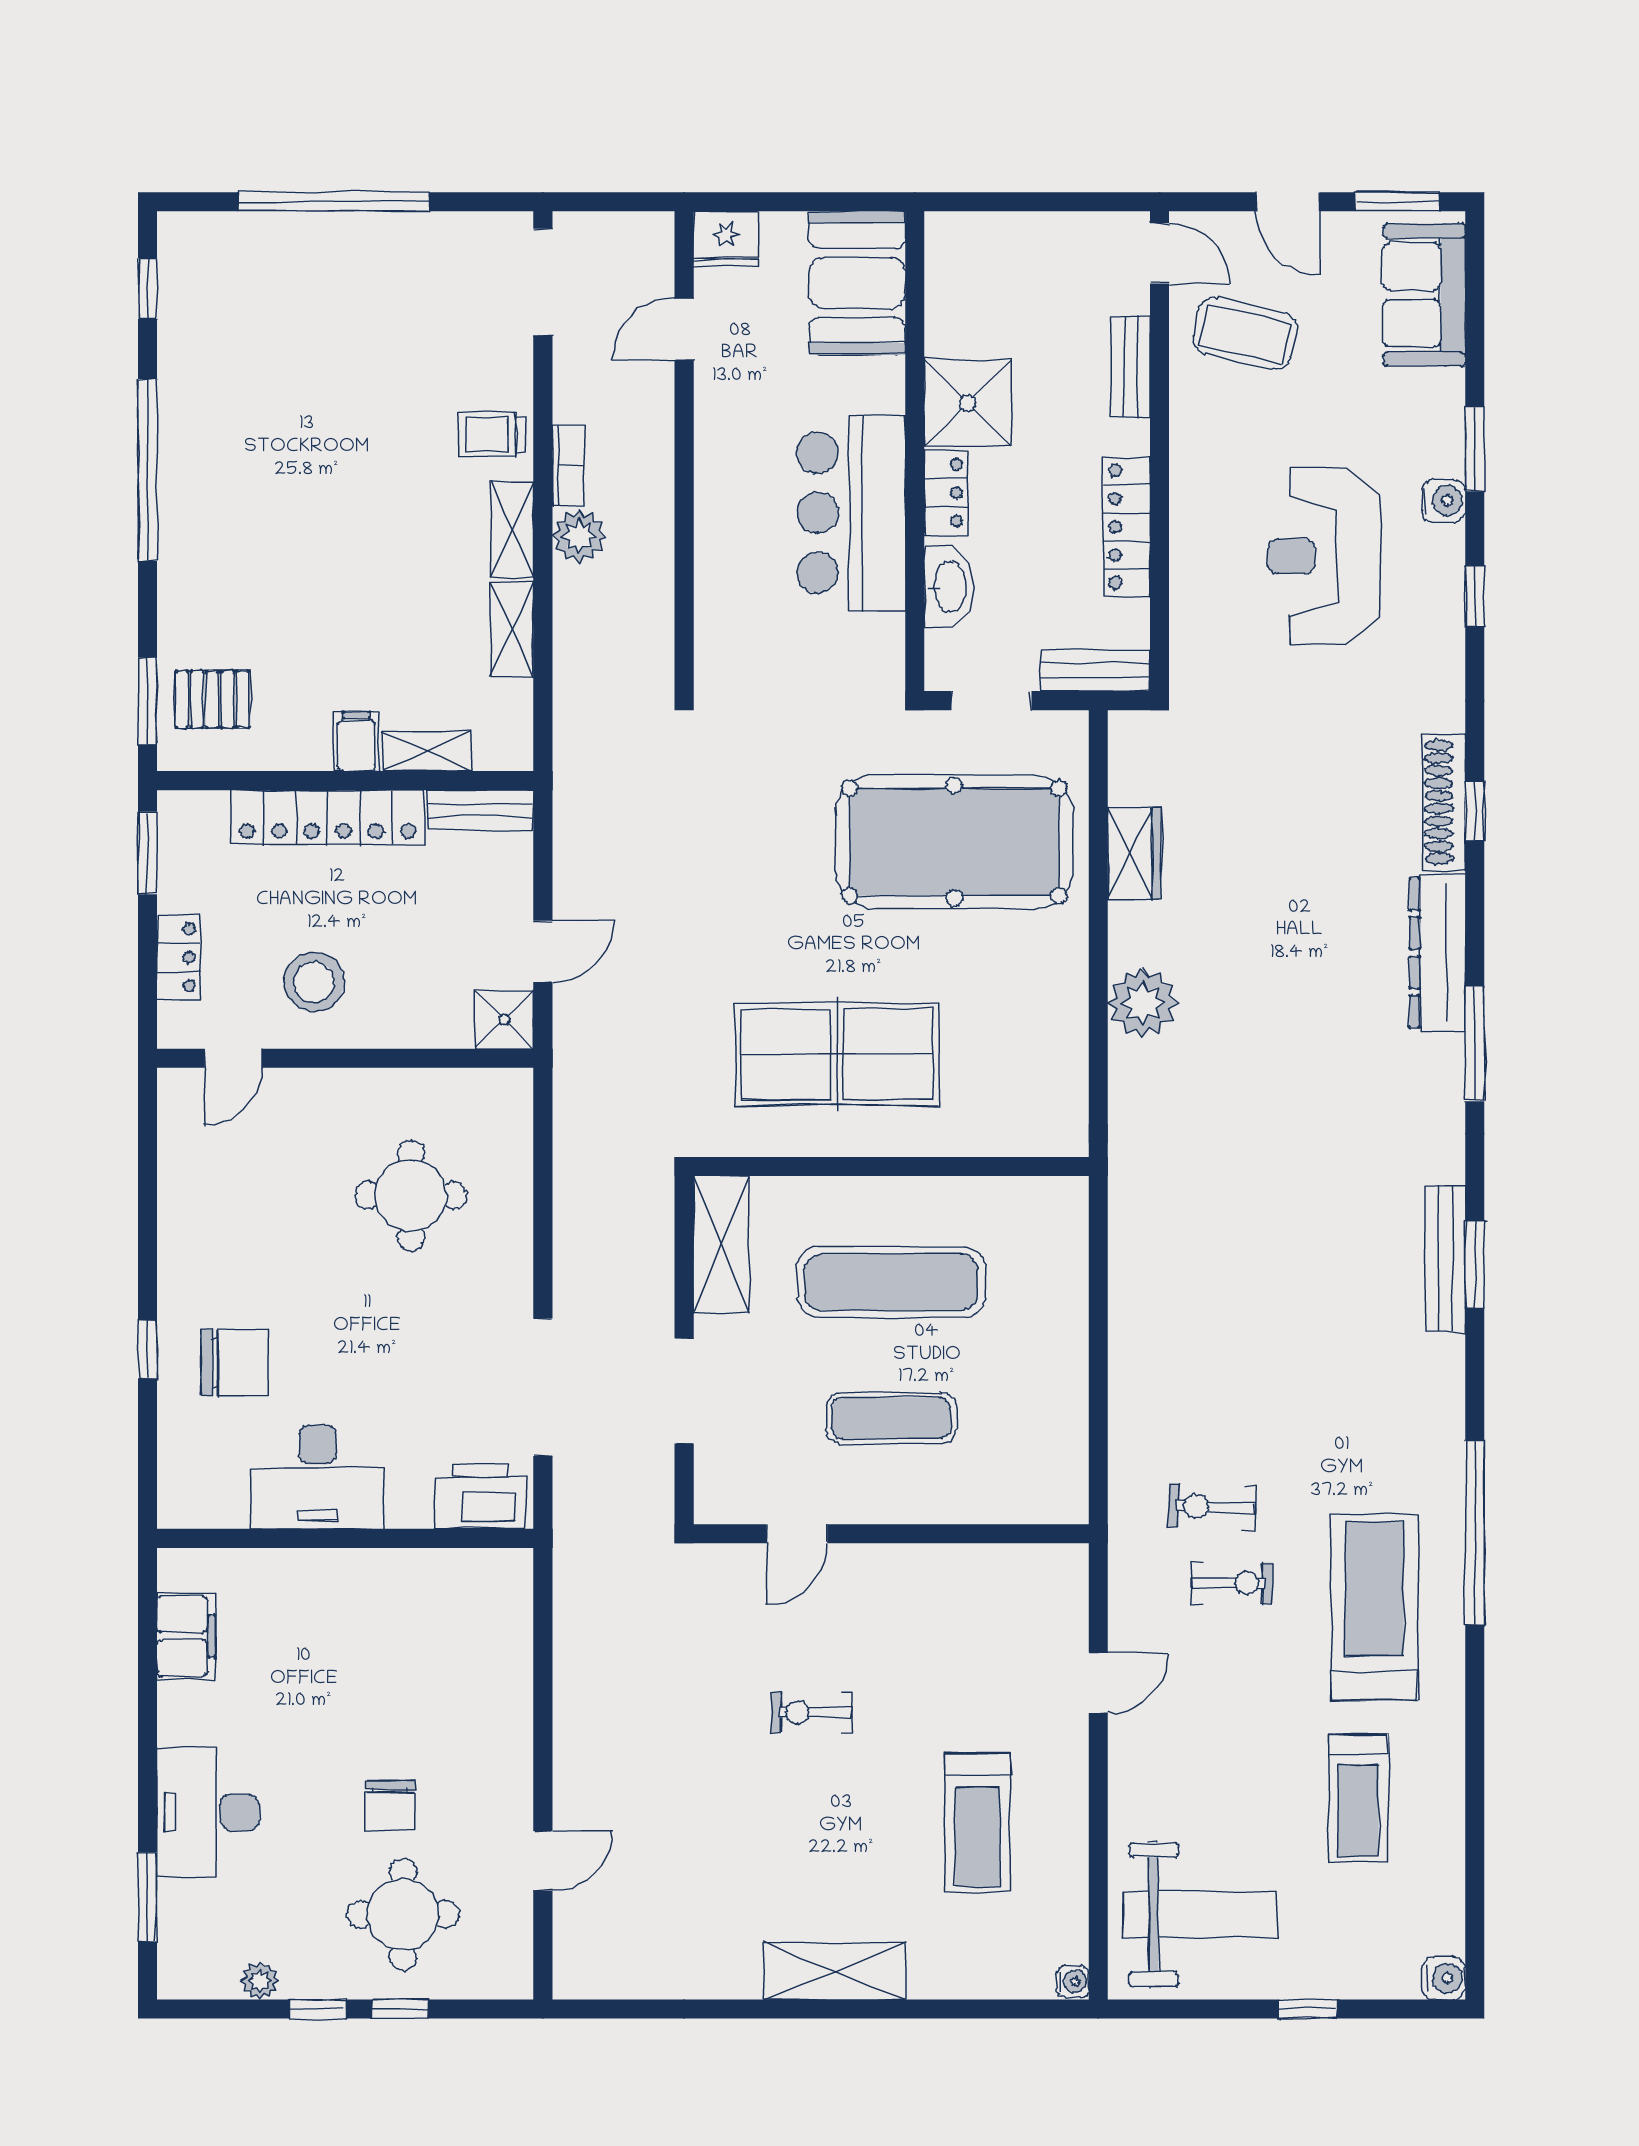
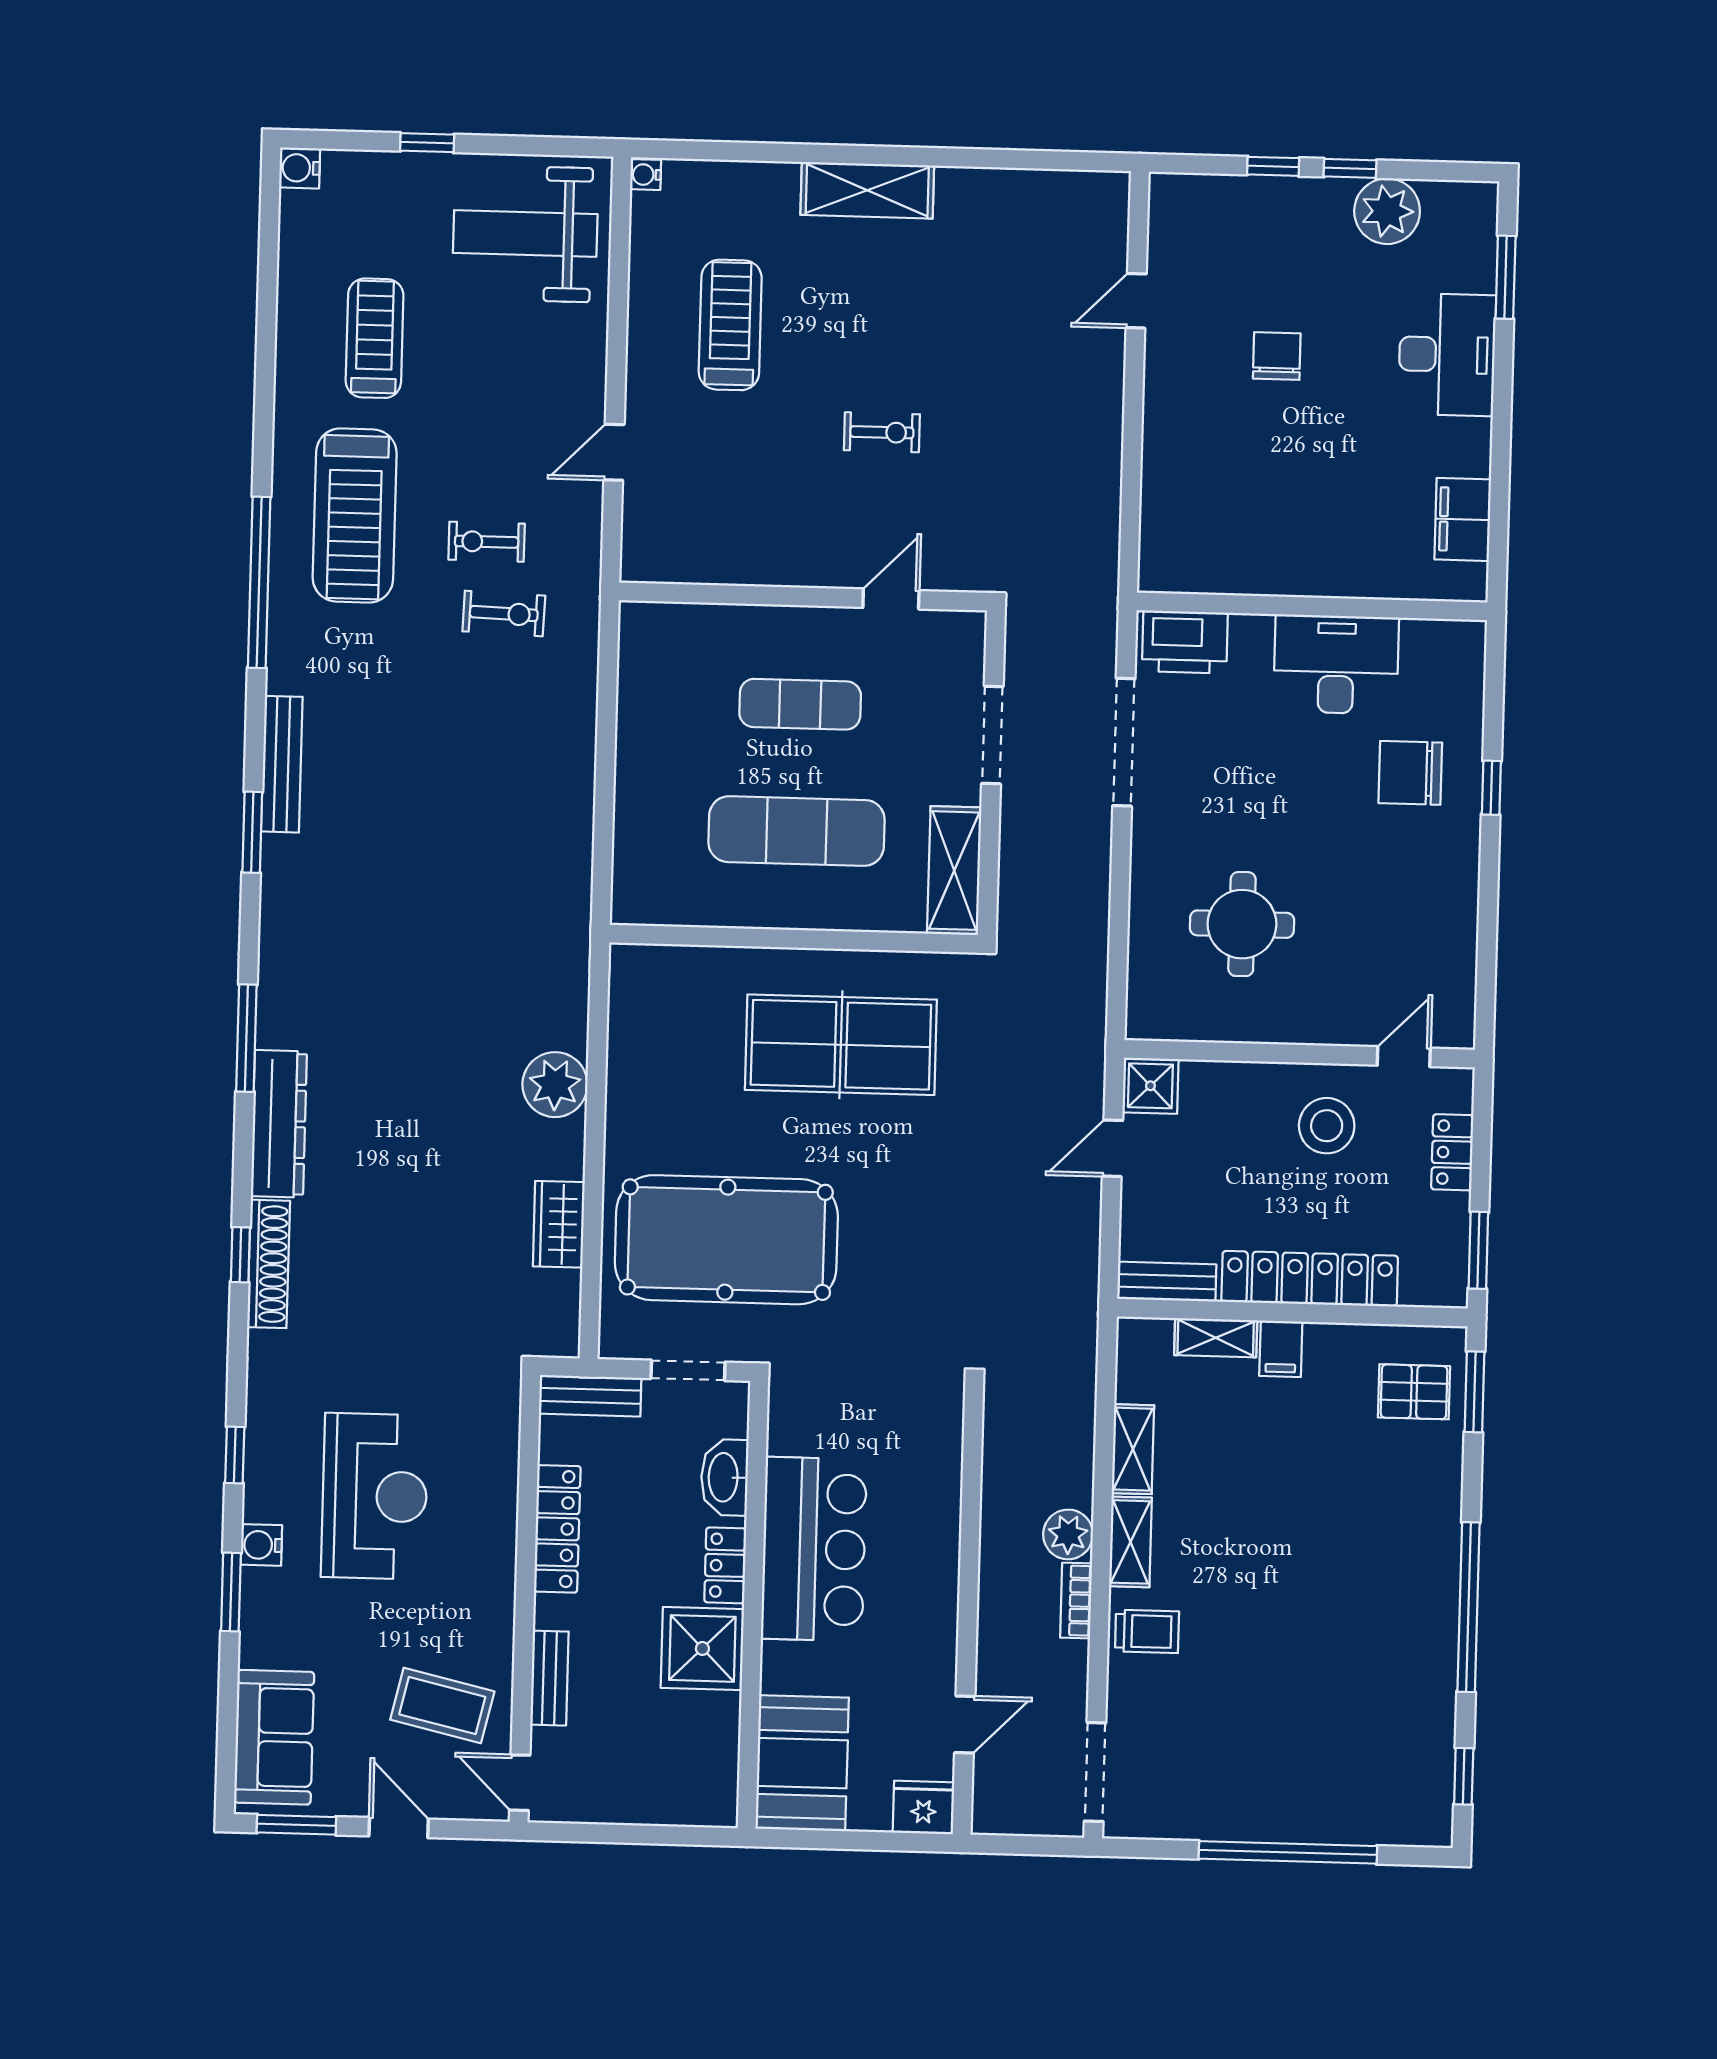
bench: (1445, 1259) -> (282, 764), moved
round table: (403, 1915) -> (1268, 254), removed
plant: (260, 1981) -> (1387, 211), width x1.88, depth x1.88

